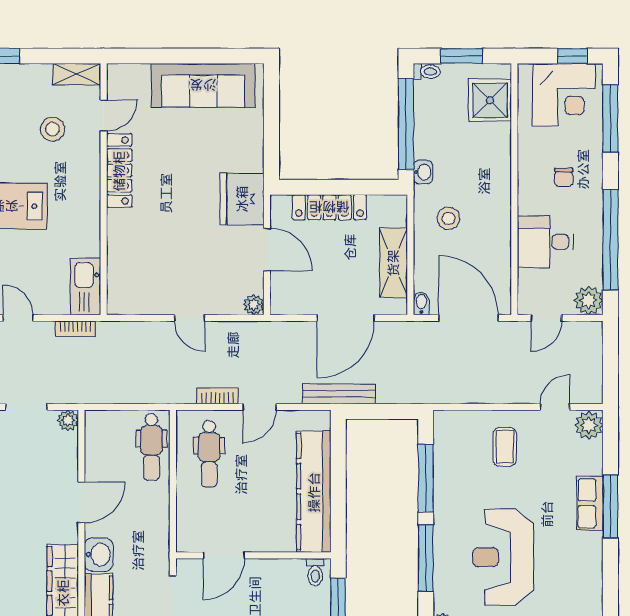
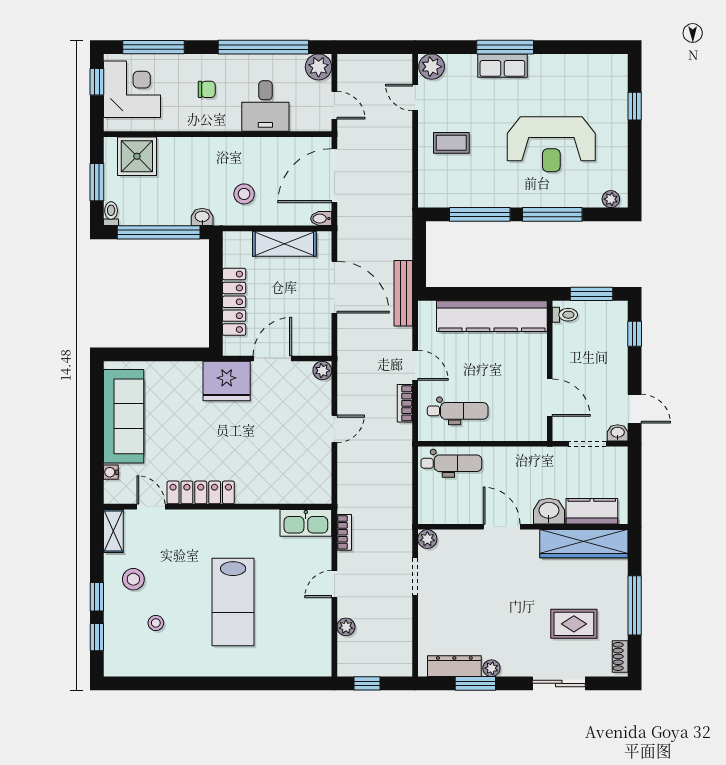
water cooler: (142, 71) -> (111, 472), added
stool: (52, 129) -> (133, 579), moved

